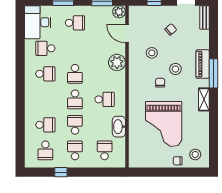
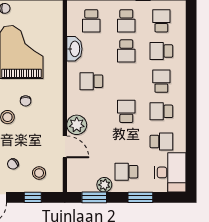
plant: (119, 12) -> (104, 185), moved
door: (127, 34) -> (65, 147), moved
stool: (152, 53) -> (39, 173), moved
school desk: (75, 99) -> (161, 81), moved

